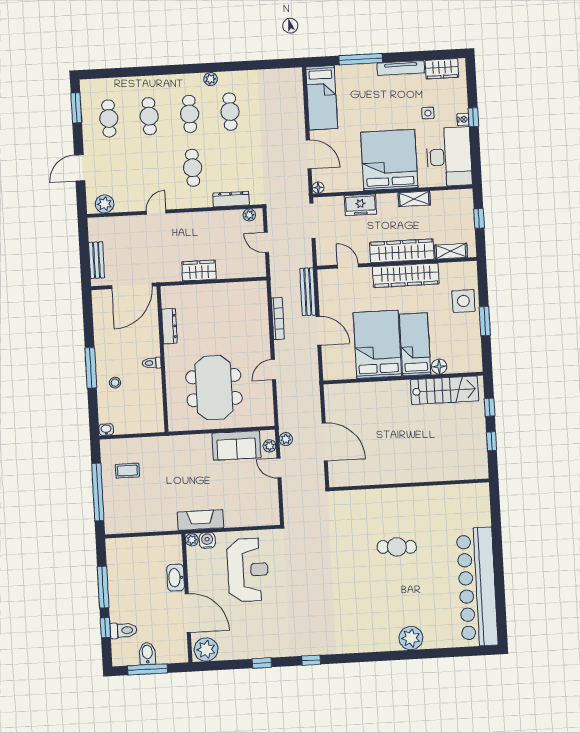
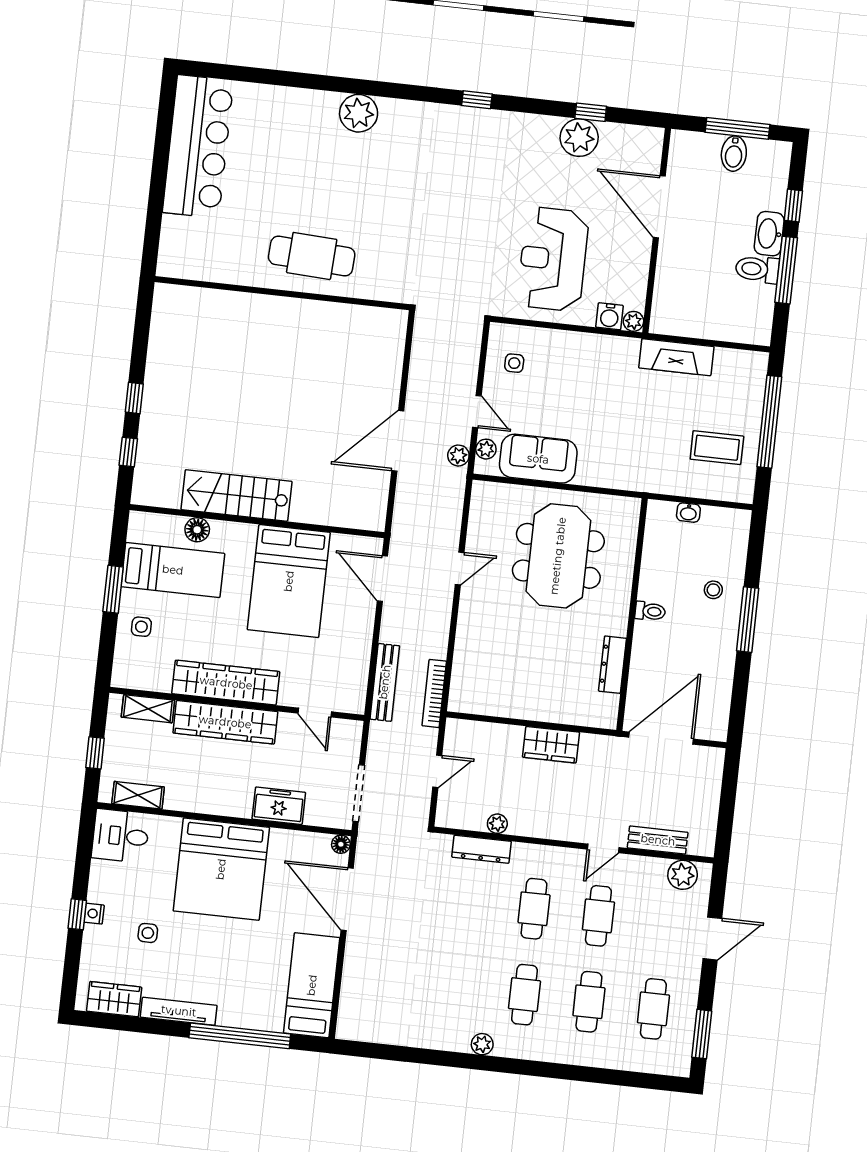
window: (361, 59) -> (240, 1036), width x1.46
cafe table: (230, 112) -> (598, 916), moved
door: (309, 154) -> (347, 899), width x1.36
desk: (449, 157) -> (121, 836), width x0.53, depth x0.77
shelving: (414, 199) -> (138, 795), moved
plant: (249, 215) -> (497, 824), moved
door: (266, 242) -> (437, 771), hinge flipped
bench: (97, 260) -> (658, 840), moved, turned 90
side table: (463, 301) -> (141, 627), width x0.54, depth x0.54
bookcase: (278, 318) -> (434, 693), moved
door: (319, 331) -> (382, 579), moved
bed: (415, 344) -> (173, 570), moved, turned -90
stairs: (444, 390) -> (236, 495), moved
washbasin: (106, 430) -> (688, 513), moved
door: (325, 442) -> (398, 441), hinge flipped
coffee table: (127, 471) -> (717, 448), width x1.36, depth x1.30
wall: (409, 485) -> (282, 293), moved
side table: (261, 502) -> (514, 363), added
fireplace: (200, 520) -> (676, 357), moved
cafe table: (397, 547) -> (312, 256), width x1.37, depth x1.35
washbasin: (176, 578) -> (769, 234), moved, turned 180
bar counter: (477, 587) -> (198, 146), width x0.73
toilet: (124, 630) -> (757, 269), moved
plant: (411, 638) -> (359, 113), moved
plant: (206, 650) -> (579, 138), moved
window: (262, 663) -> (591, 112), moved

